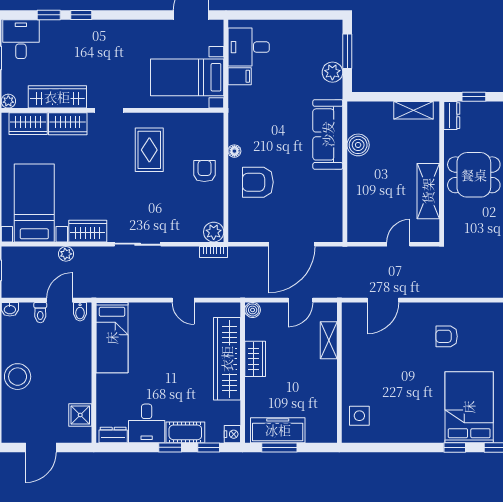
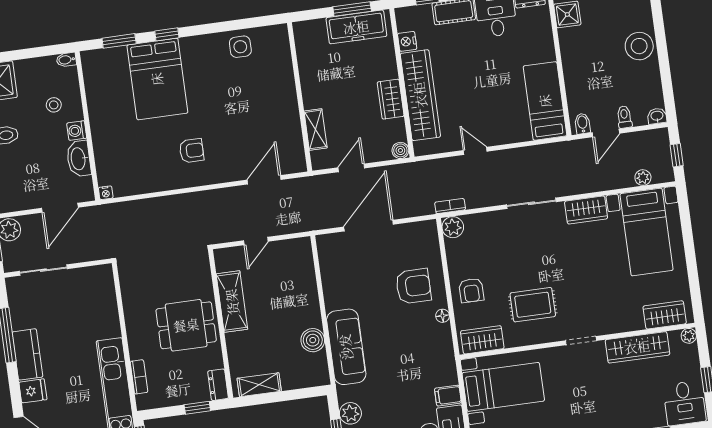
wardrobe: (68, 124) -> (482, 340), moved
rug: (149, 150) -> (533, 305), turned 90
plant: (66, 254) -> (643, 178), moved
side table: (359, 416) -> (240, 47), moved
nightstand: (232, 434) -> (407, 41), moved

